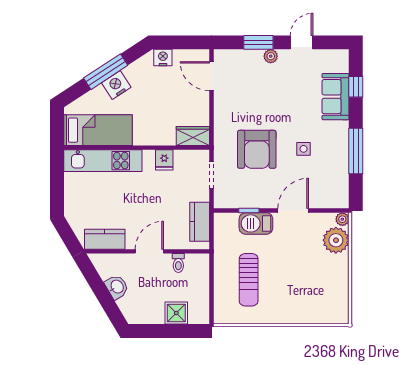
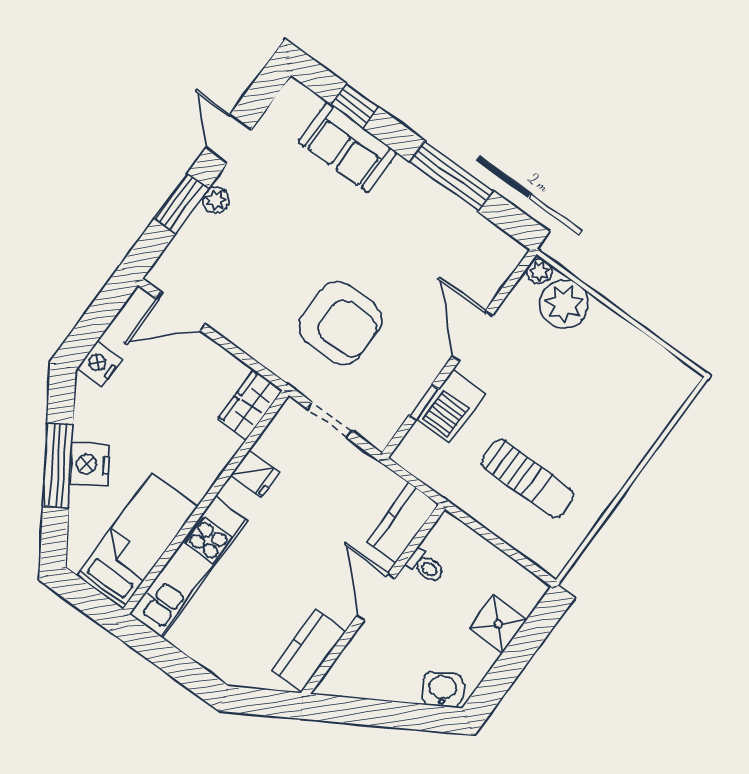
side table: (304, 149) -> (391, 253), removed
kitchen counter: (200, 222) -> (403, 523), moved, turned 90
washbasin: (117, 287) -> (443, 689), moved

